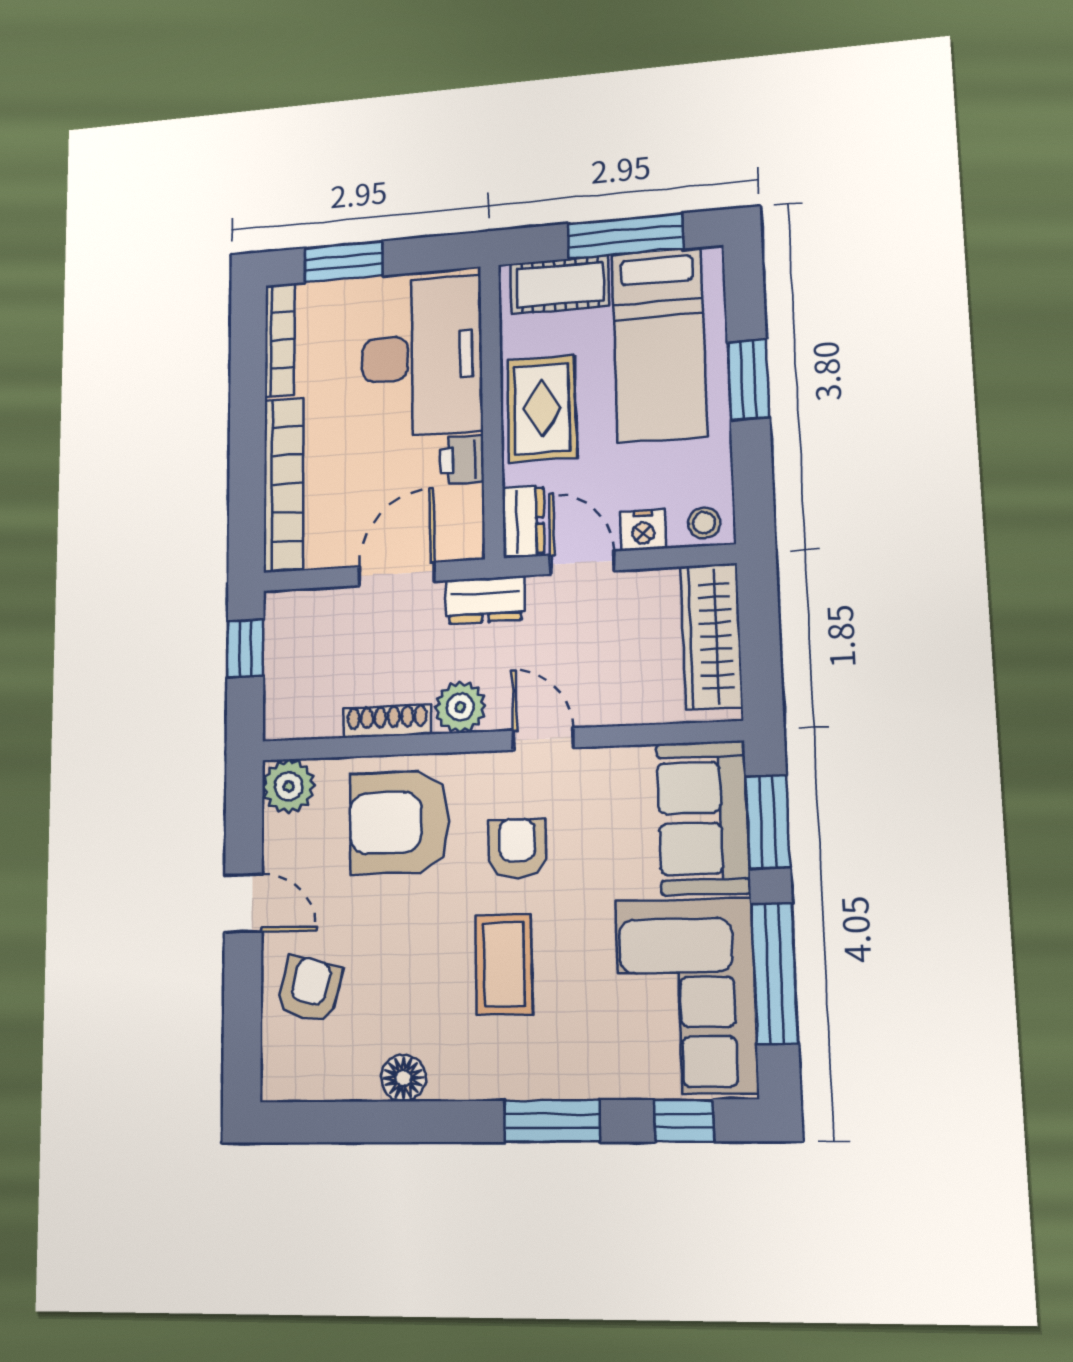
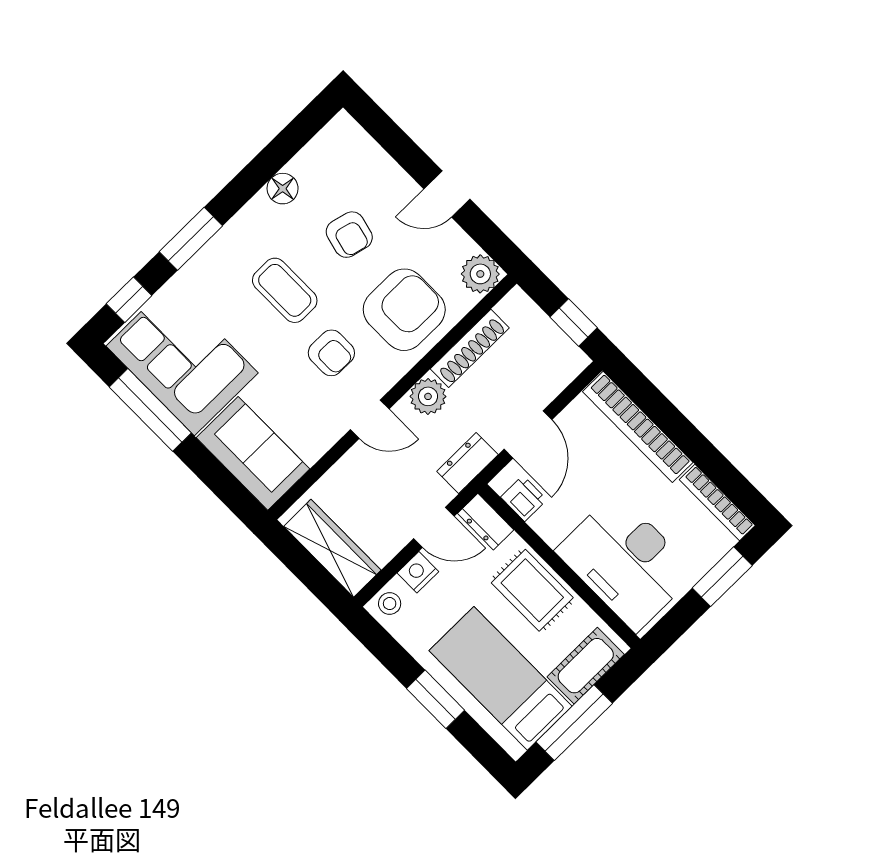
printer: (462, 460) -> (524, 498), moved
shoe rack: (387, 721) -> (470, 348), width x1.36, depth x1.24
window: (768, 822) -> (220, 480), removed
armchair: (309, 990) -> (349, 235), moved

